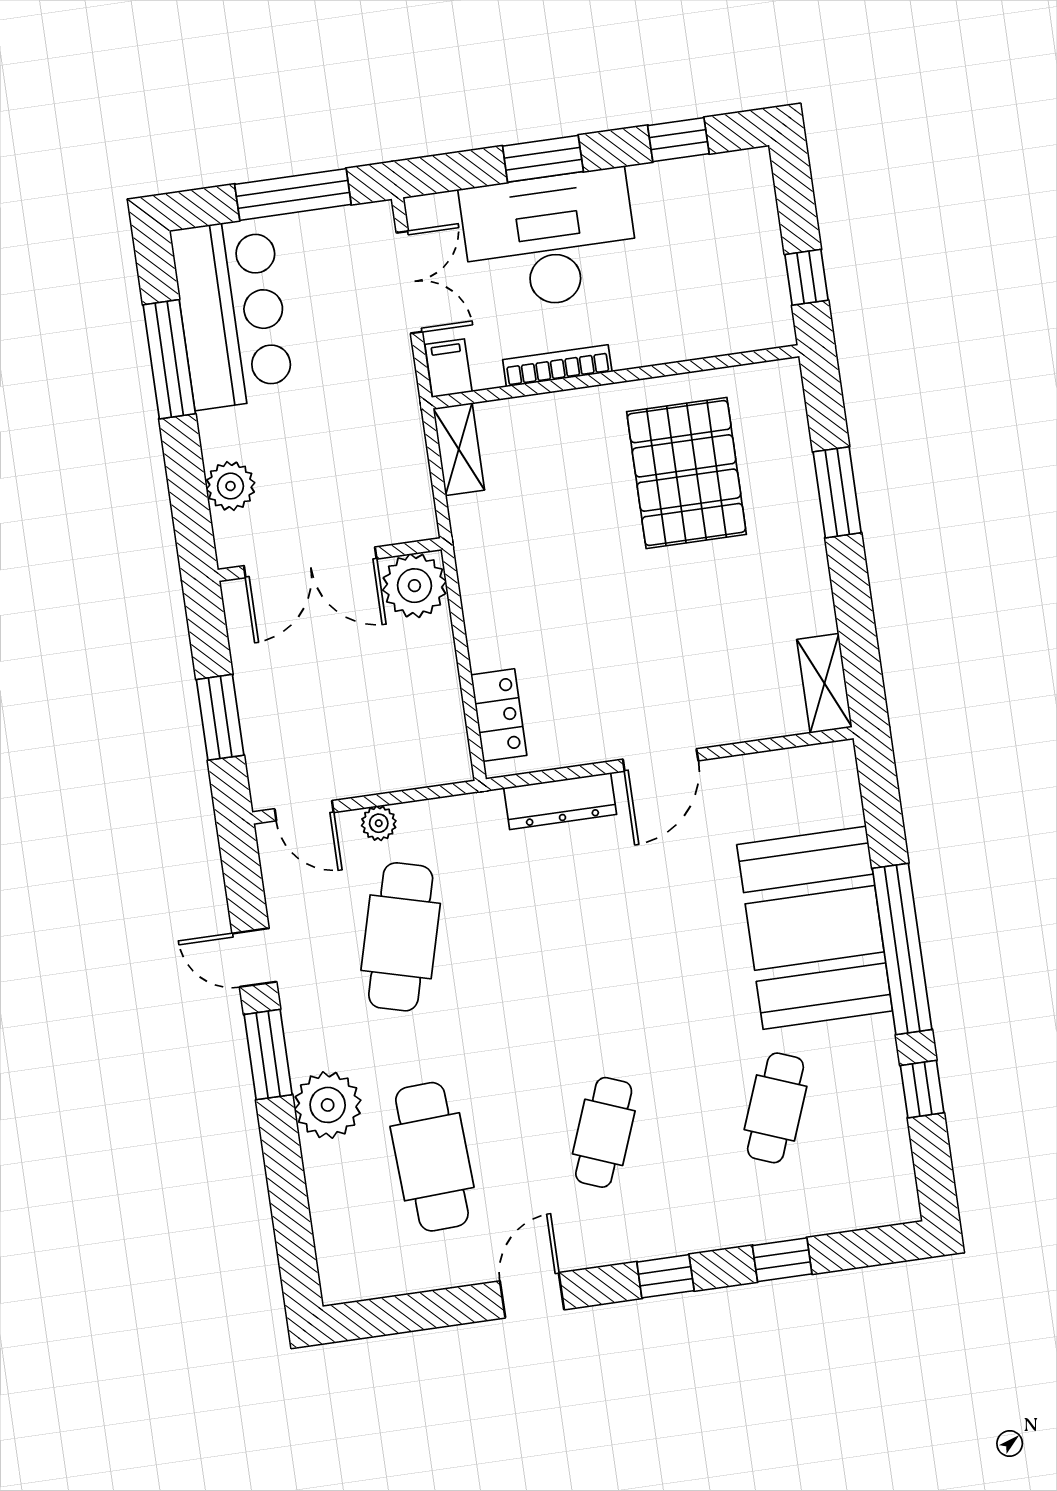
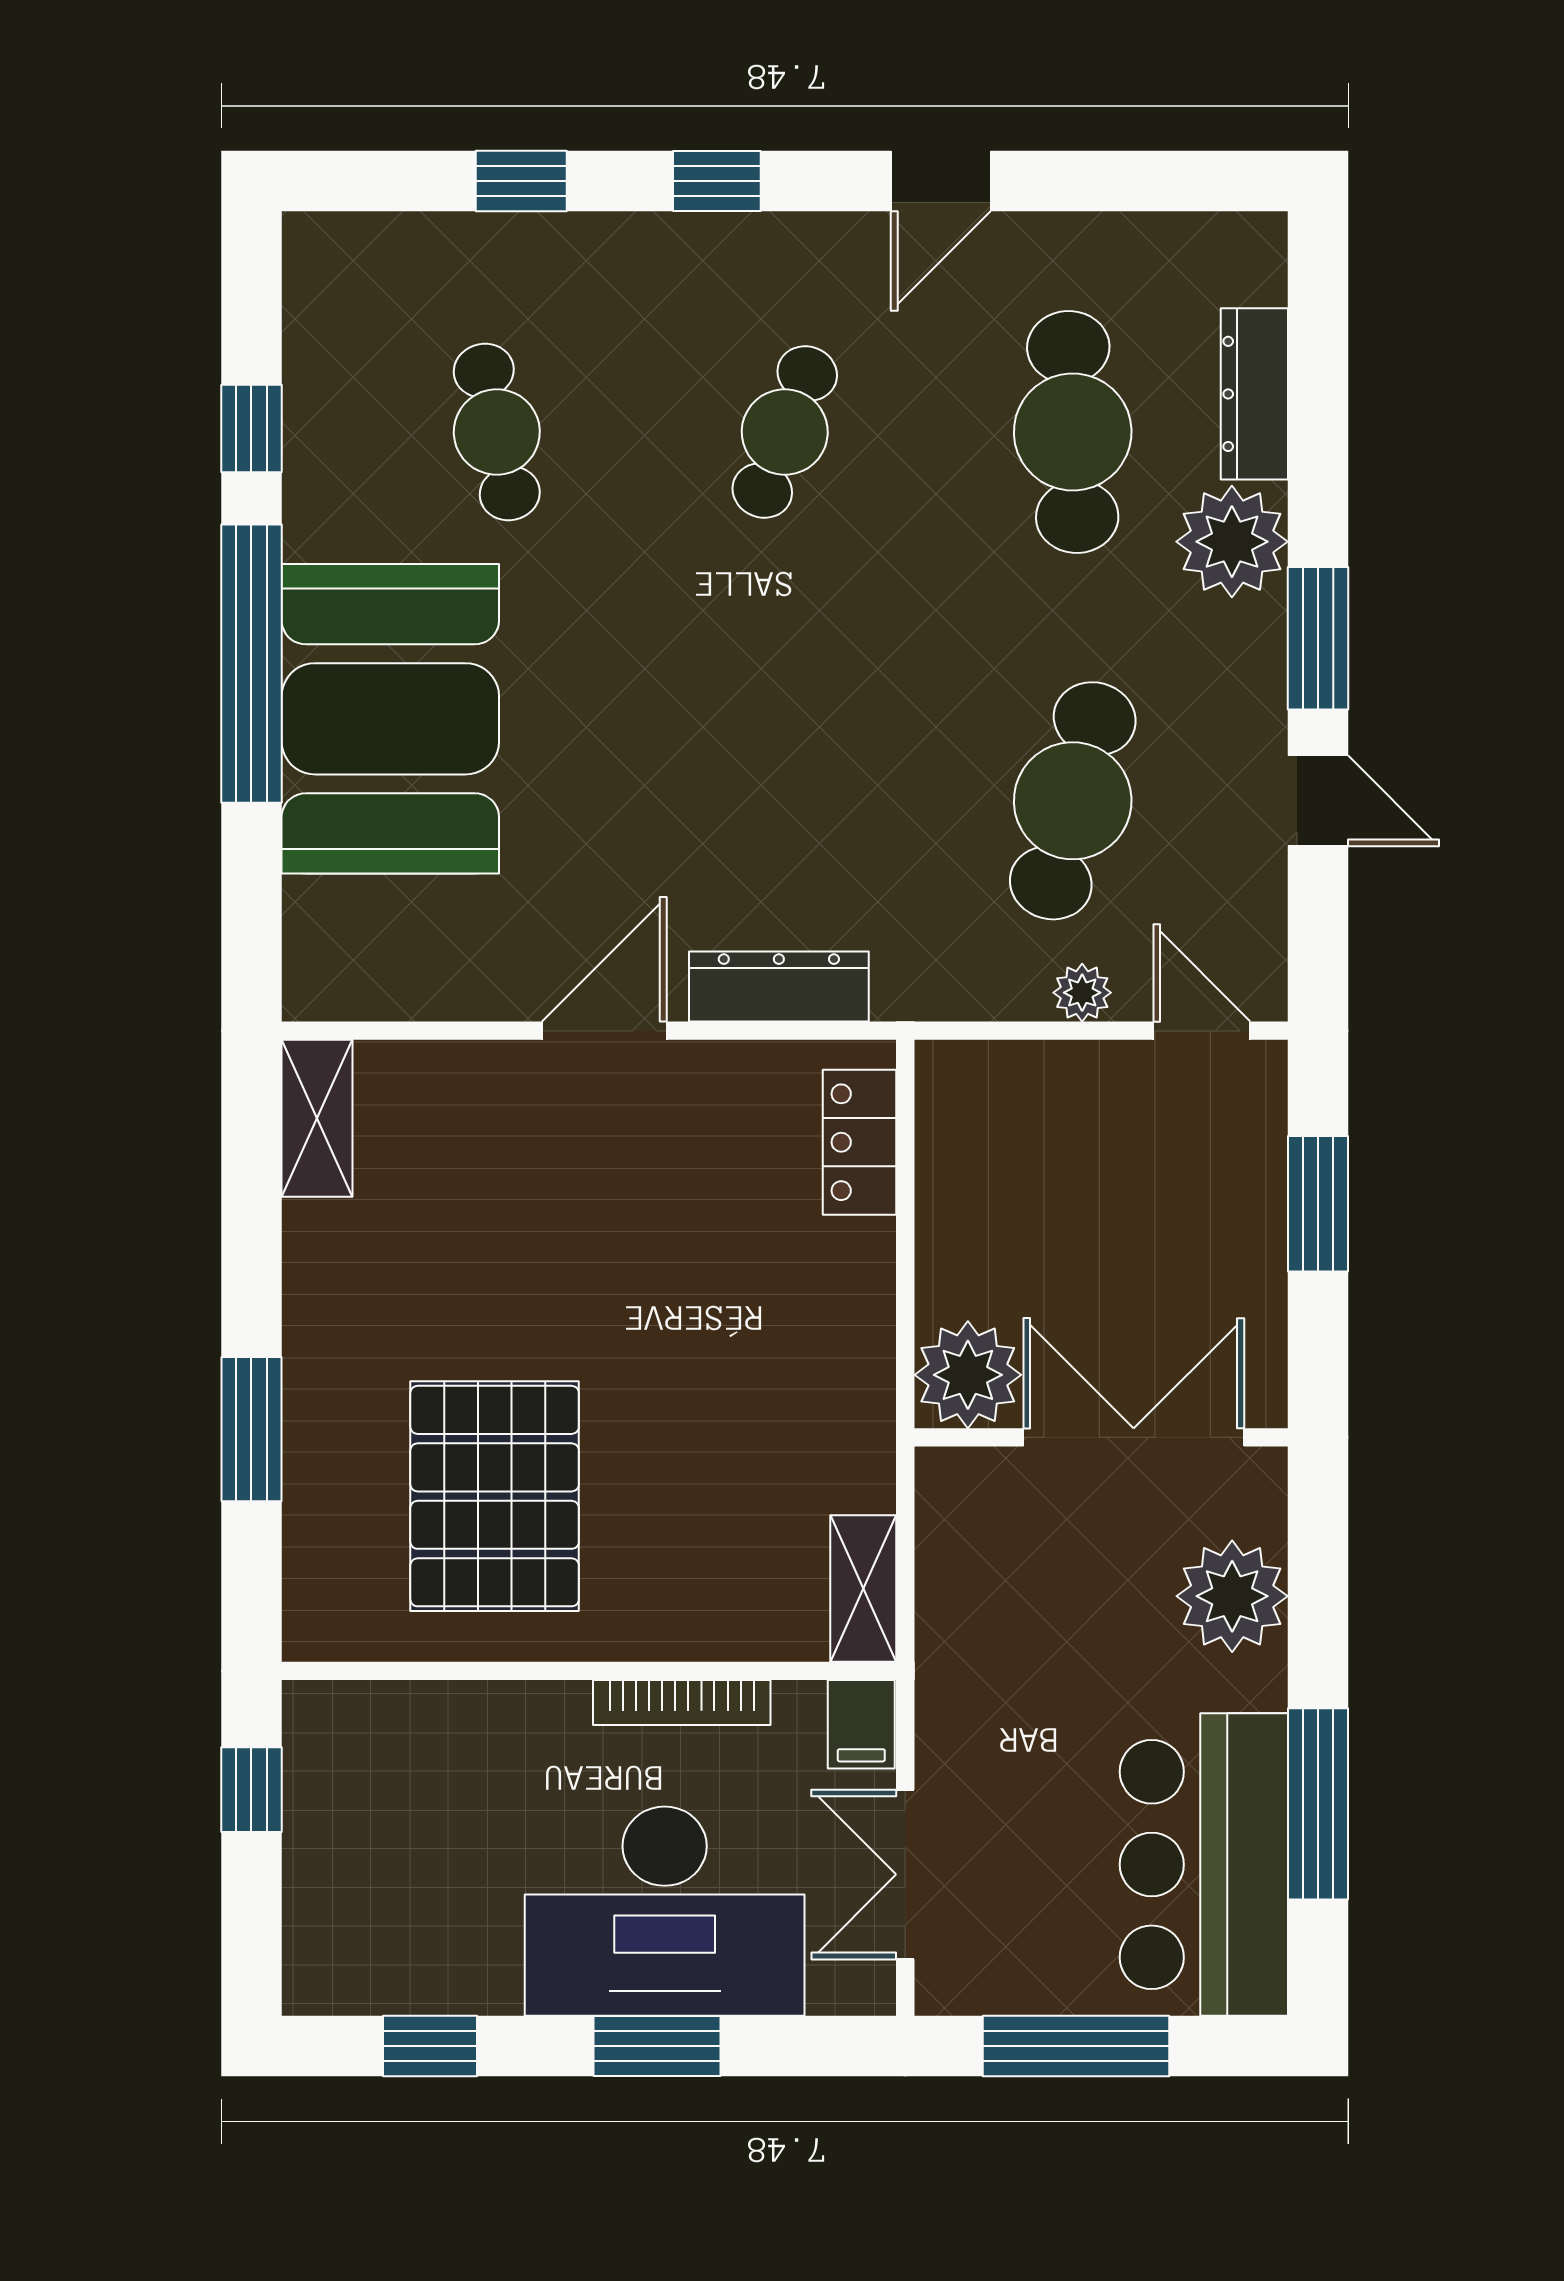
plant: (230, 486) -> (1232, 1596), width x1.36, depth x1.36
cafe table: (776, 1108) -> (497, 432), turned -33
dresser: (327, 1195) -> (1254, 394), added

